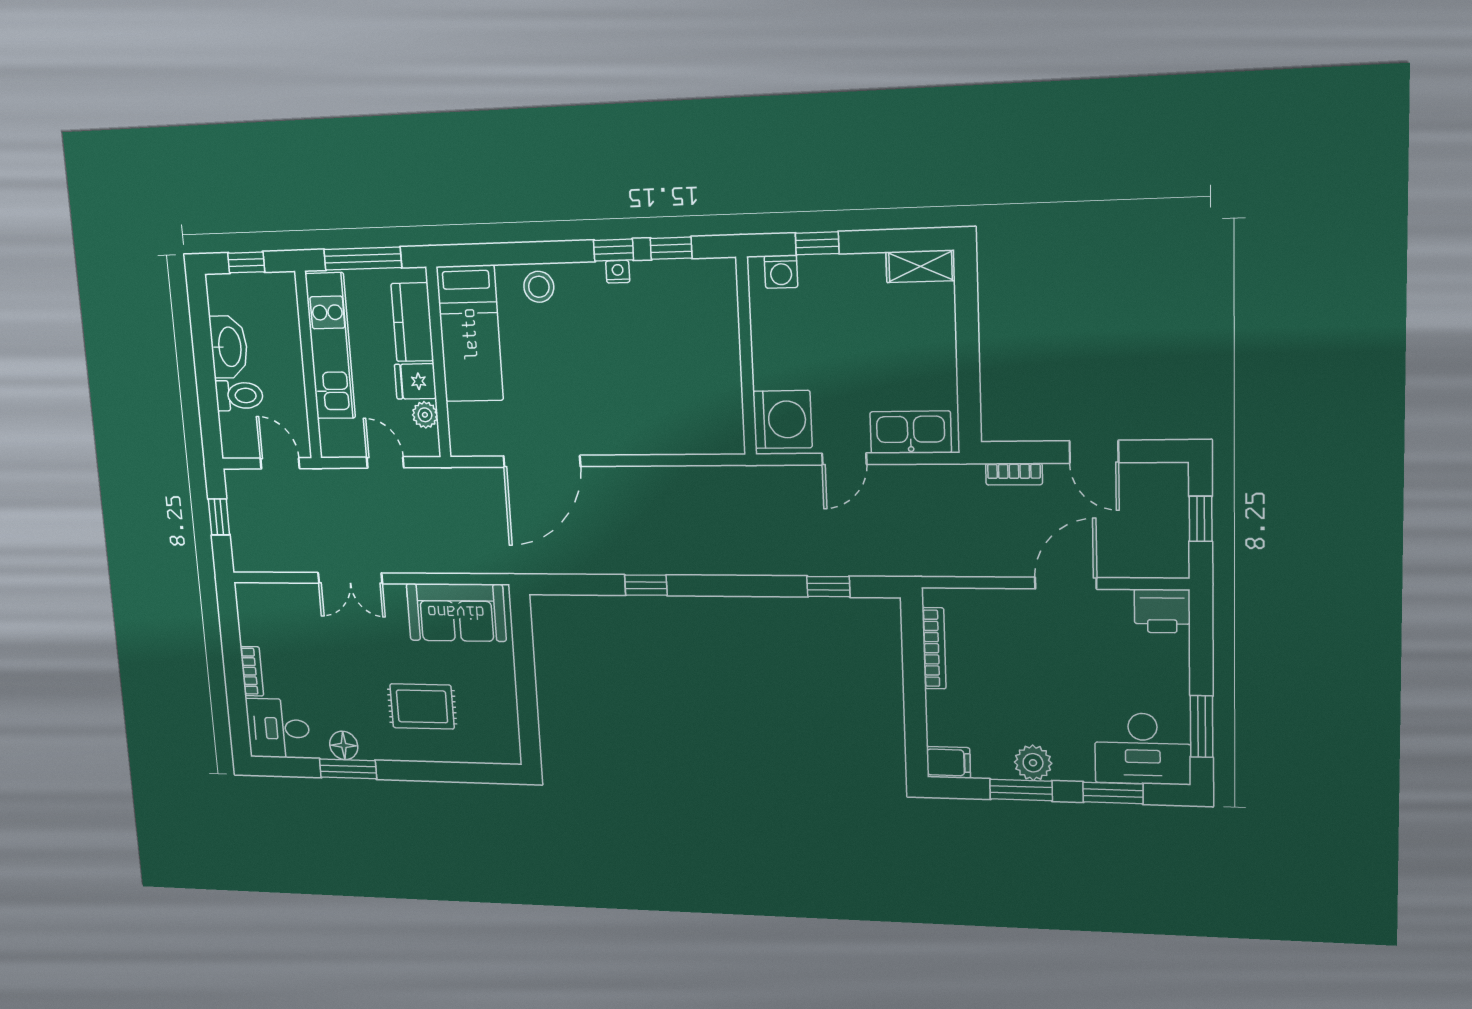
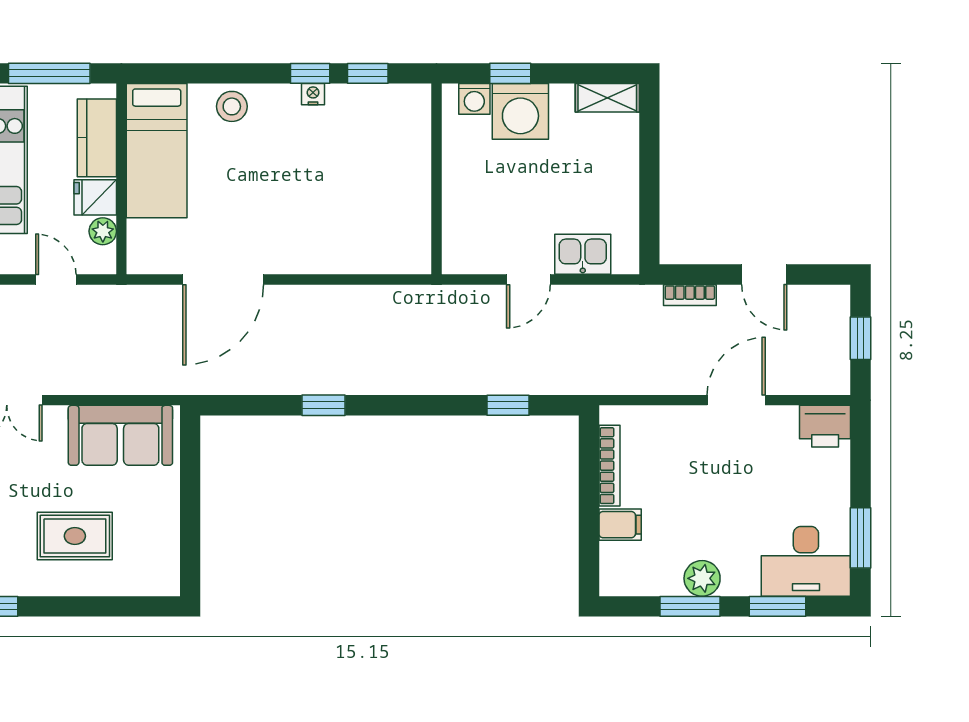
washing machine: (782, 419) -> (520, 111), moved, turned 90
kitchen sink: (911, 432) -> (583, 254), width x0.73
filing cabinet: (948, 762) -> (620, 525), moved

